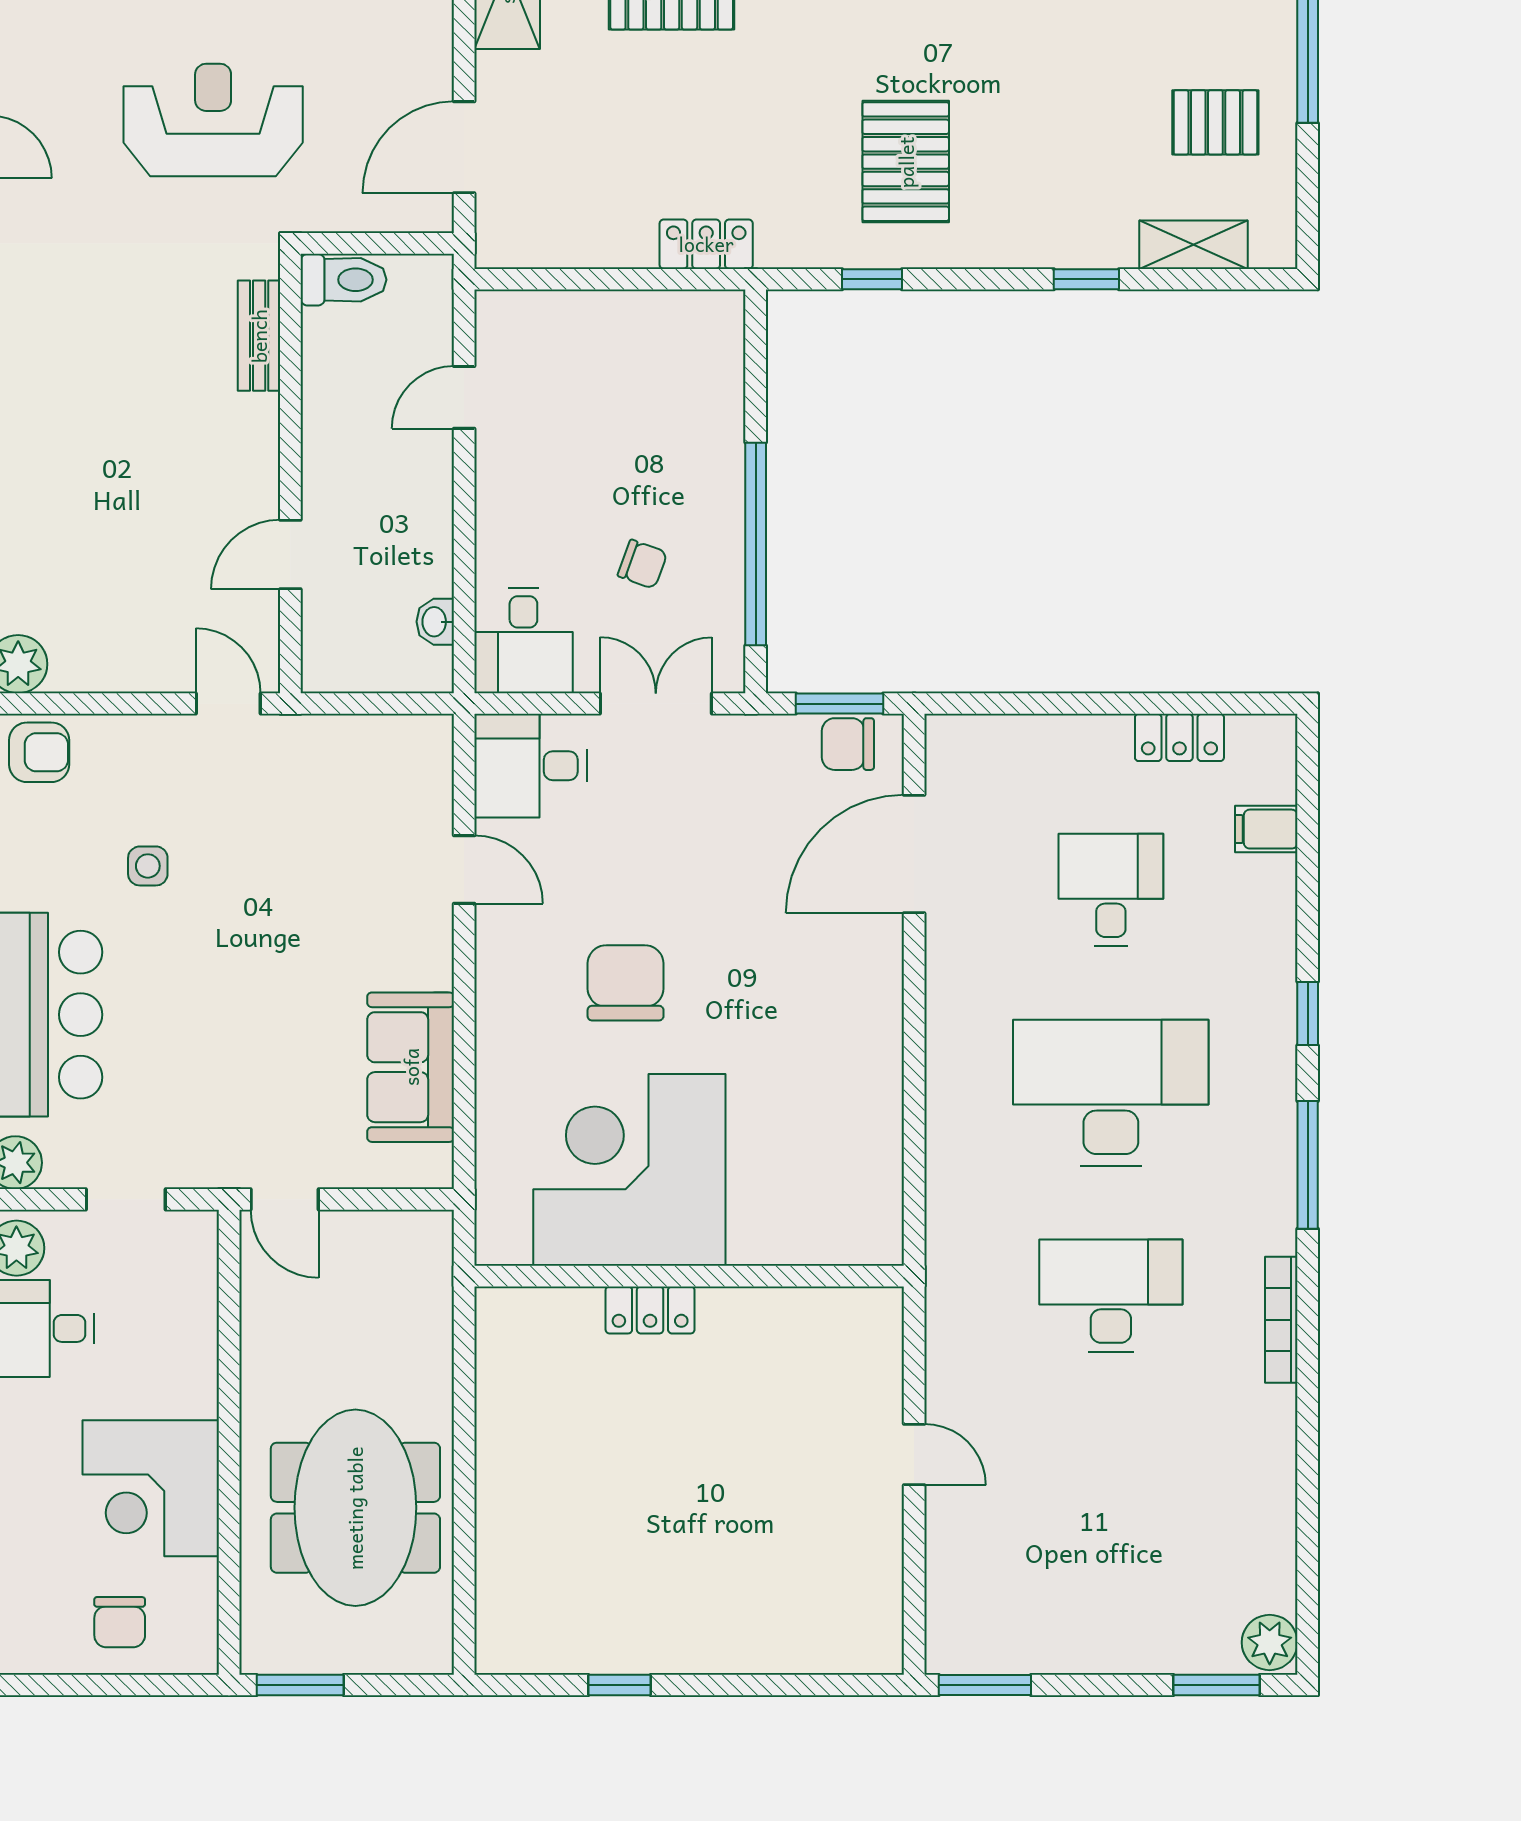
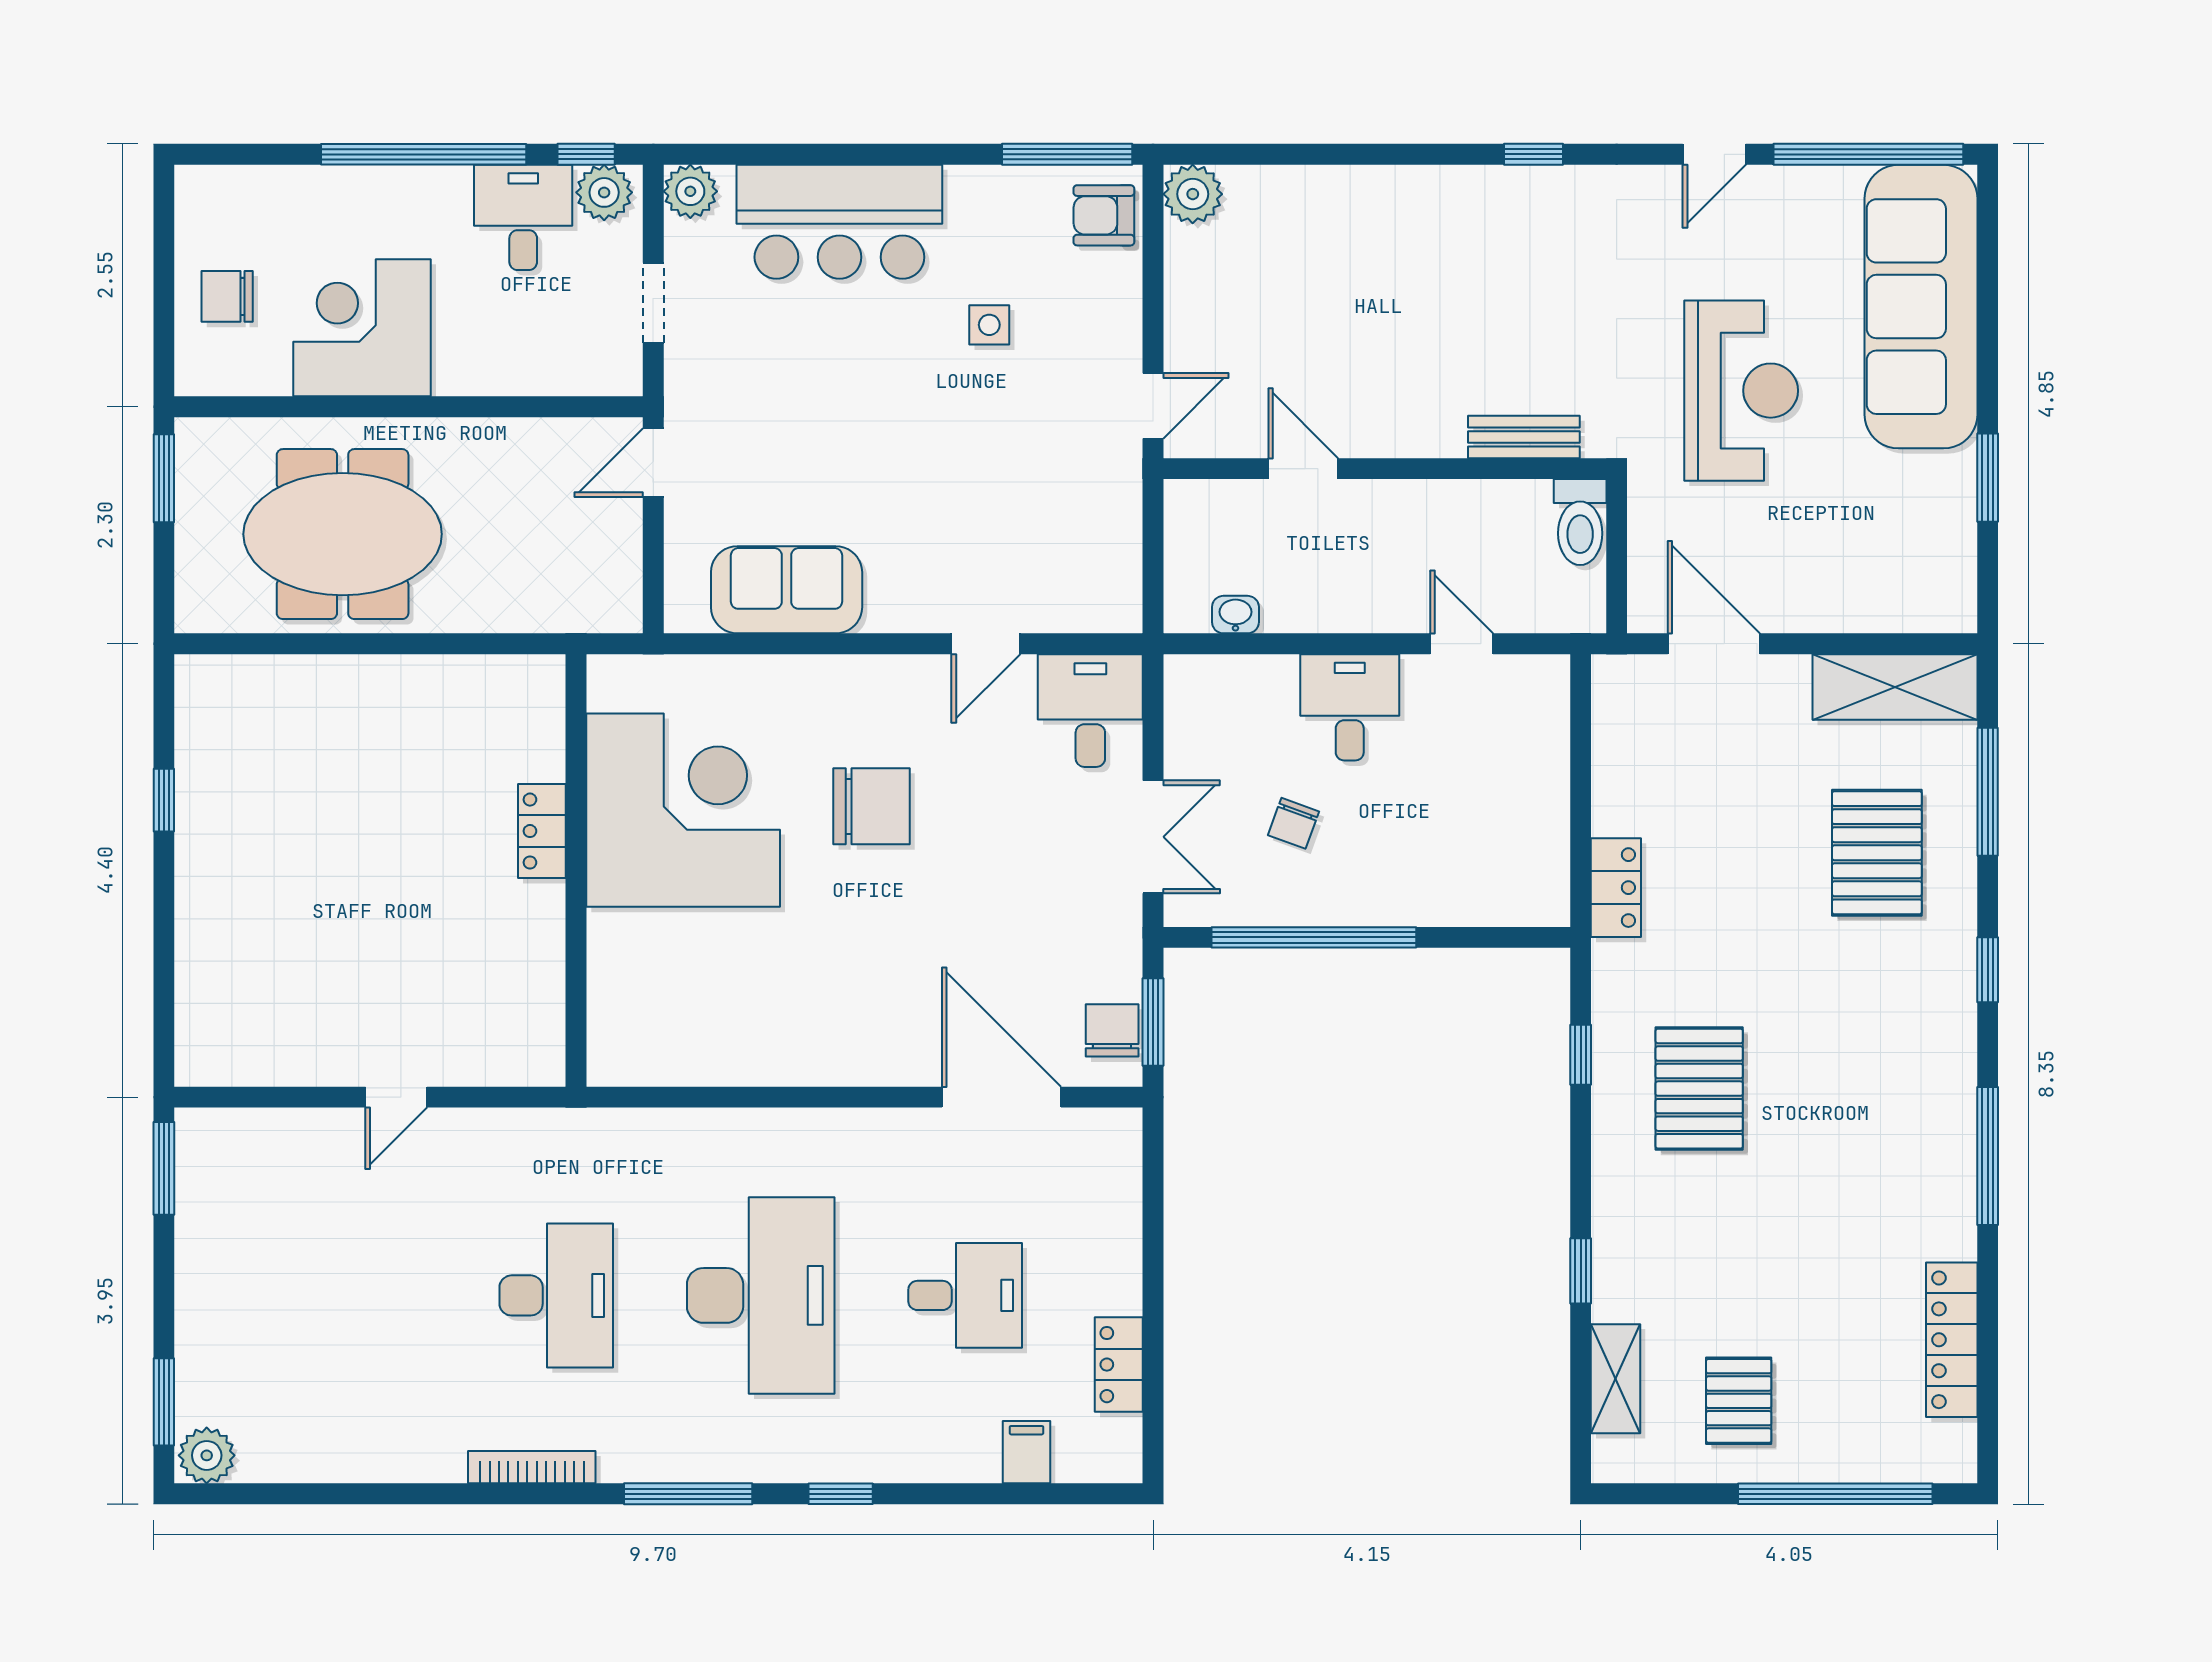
pallet: (906, 162) -> (1699, 1089), turned 90
desk: (523, 640) -> (1350, 707), moved, turned 90
armchair: (39, 752) -> (1104, 215), turned 90

